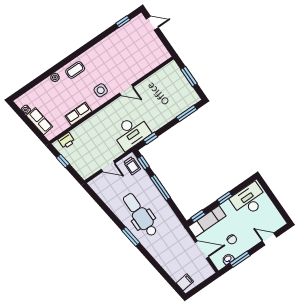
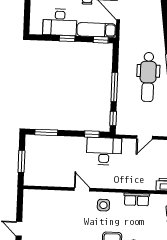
door: (108, 166) -> (145, 137), swing flipped
trolley: (132, 166) -> (124, 123), removed
desk: (249, 200) -> (60, 22), moved

